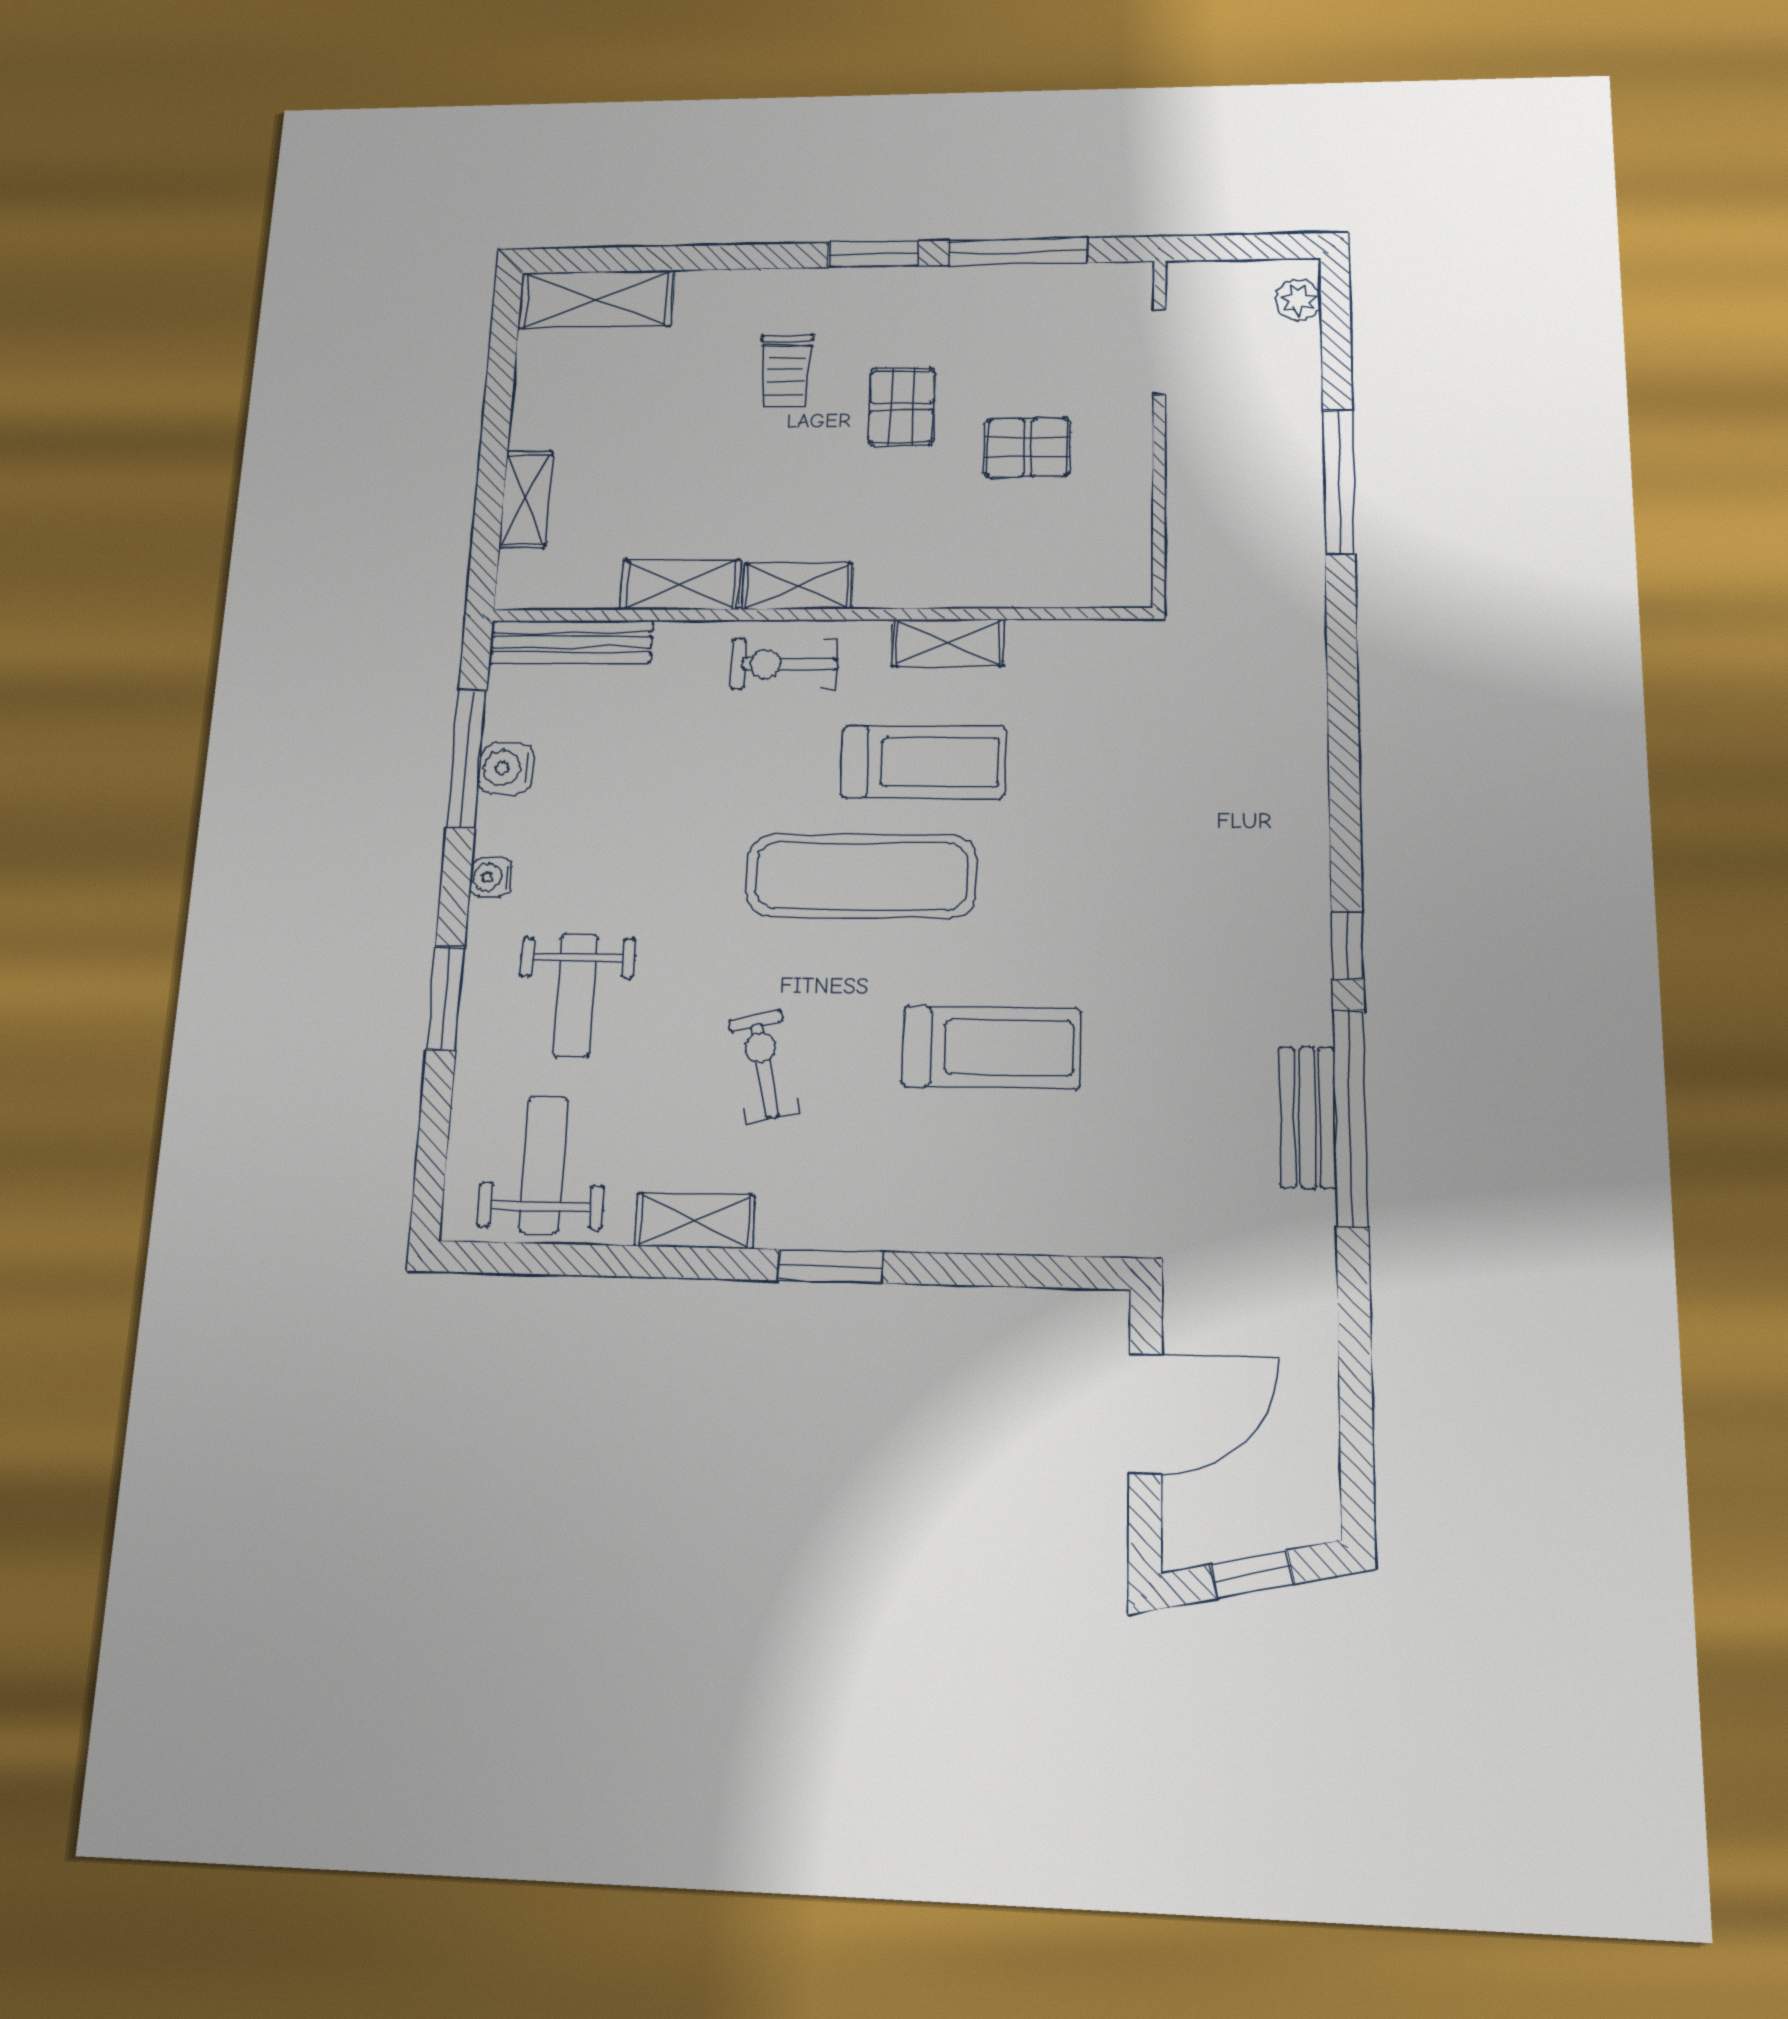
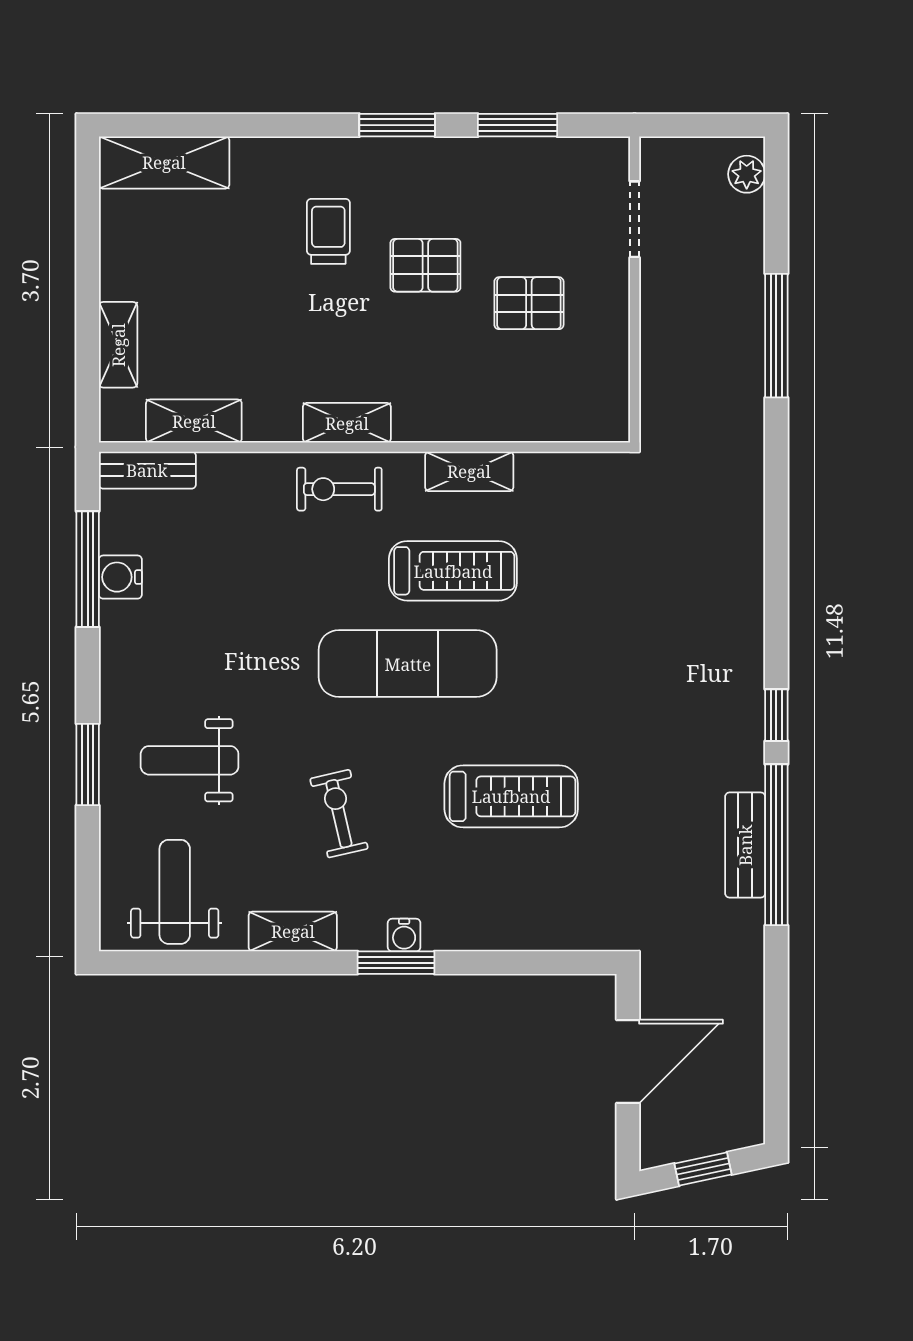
window: (1018, 252) -> (518, 125), width x0.69
trolley: (786, 371) -> (328, 231), turned 180
pallet: (902, 407) -> (425, 265), turned 90
shelving: (680, 585) -> (194, 421), moved
bench: (571, 642) -> (147, 470), width x0.73
water cooler: (491, 877) -> (404, 935), moved, turned -90
weight bench: (575, 995) -> (190, 760), turned 90

